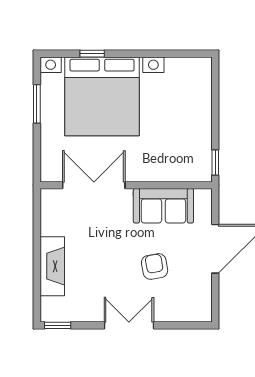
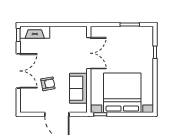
bed with nightstands: (102, 96) -> (122, 93), moved, turned 90
fireplace: (52, 266) -> (35, 32), moved
double door: (129, 325) -> (18, 71), width x1.37

